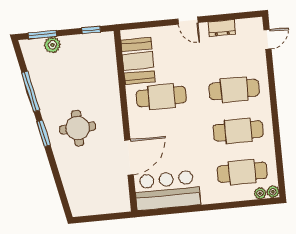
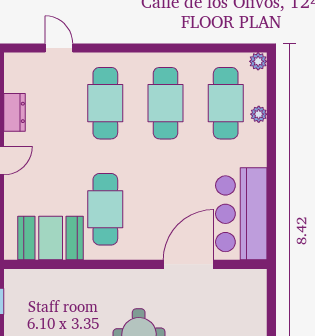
door: (268, 39) -> (59, 48), moved
door: (129, 157) -> (189, 264), hinge flipped
plant: (260, 193) -> (259, 114), moved

